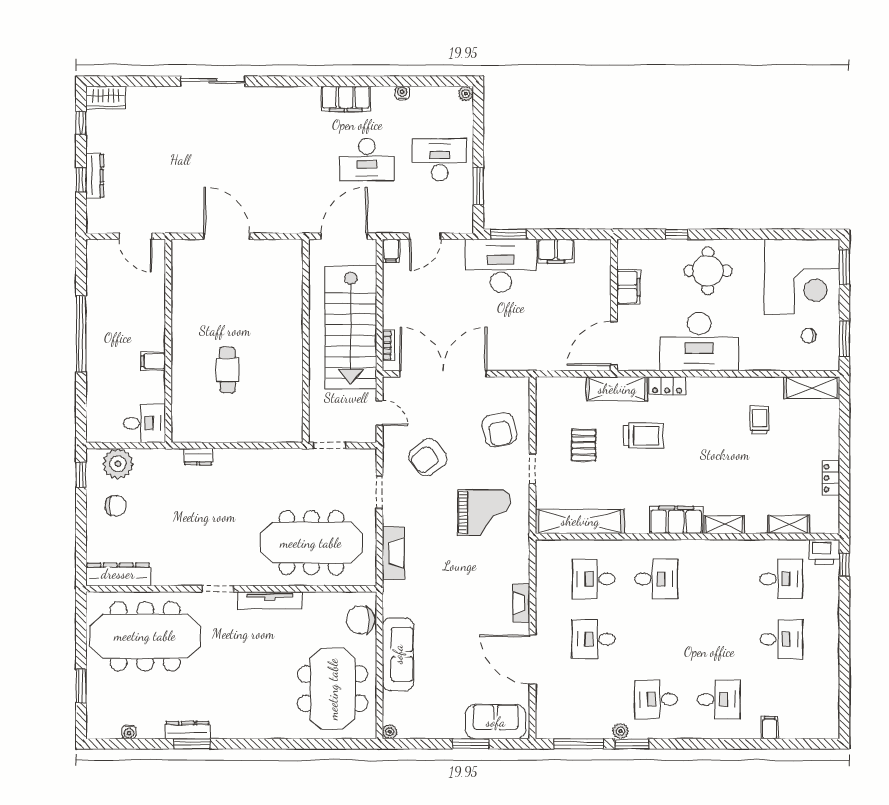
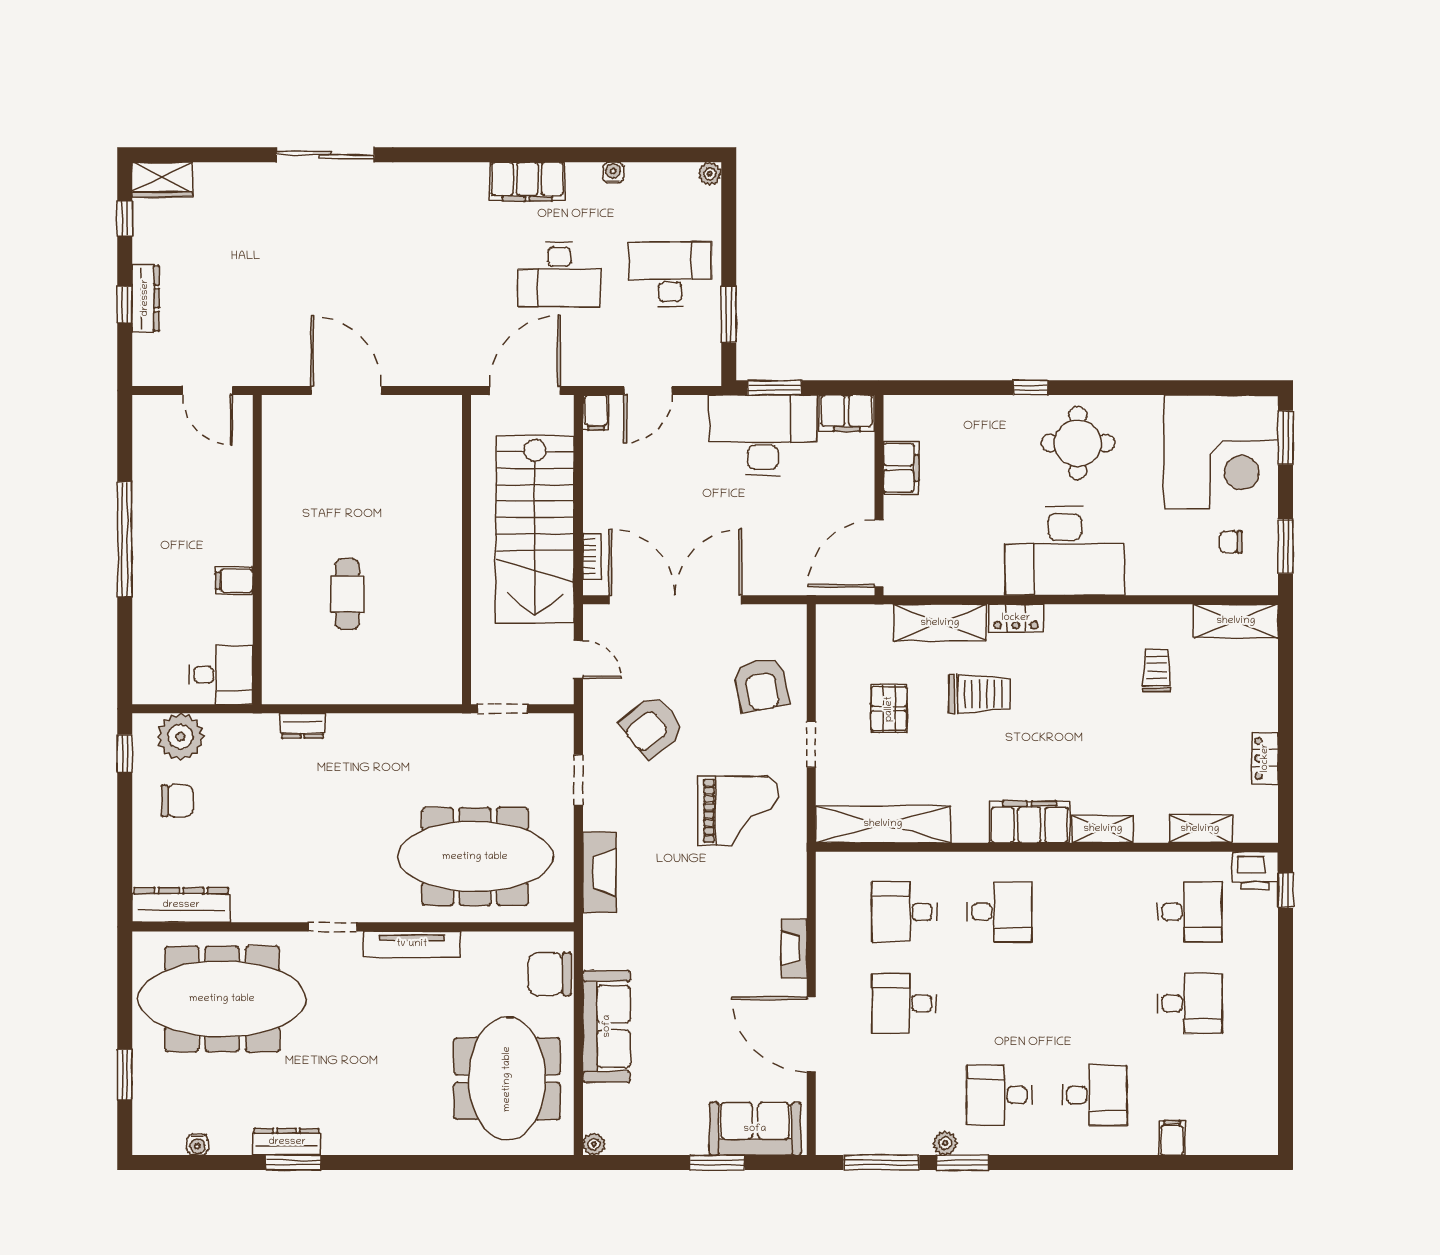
filing cabinet: (628, 287) -> (901, 468), moved
wall: (614, 305) -> (879, 495), moved
door: (614, 343) -> (879, 554), moved

